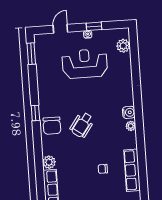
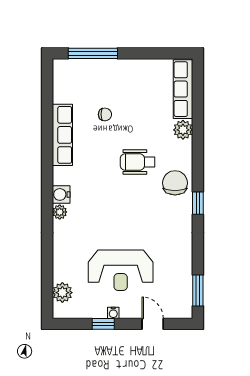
door: (60, 29) -> (153, 324), swing flipped
wheelchair: (82, 125) -> (138, 162), moved, turned -126
plant: (131, 126) -> (60, 212), moved
row of seats: (132, 170) -> (62, 135), moved

